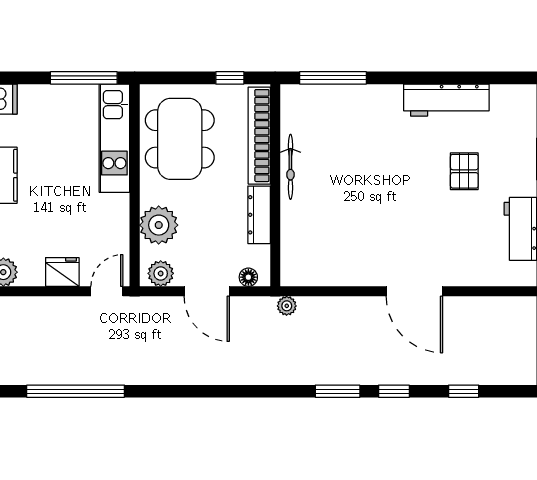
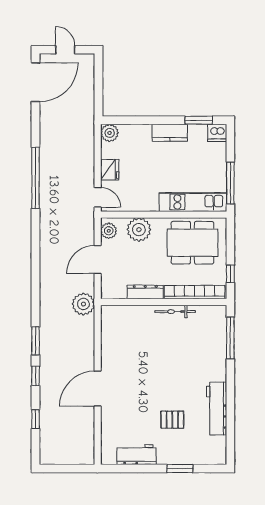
floor lamp: (248, 277) -> (106, 285), removed
plant: (287, 306) -> (83, 304), width x1.87, depth x1.87

